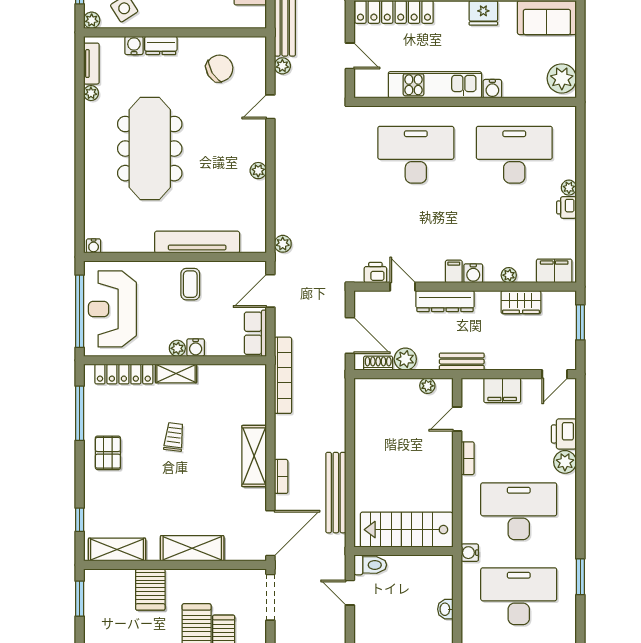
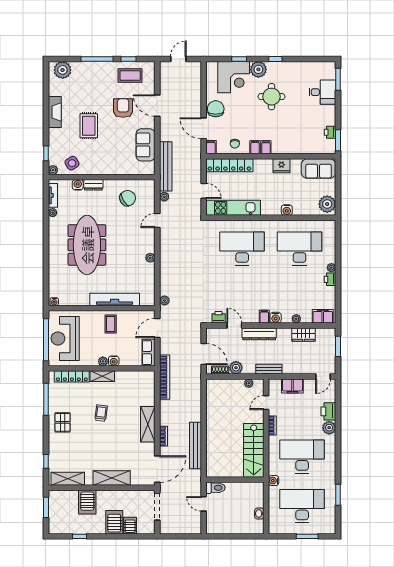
kitchen unit: (435, 85) -> (233, 208), moved
stairs: (406, 530) -> (254, 450), moved, turned -90

